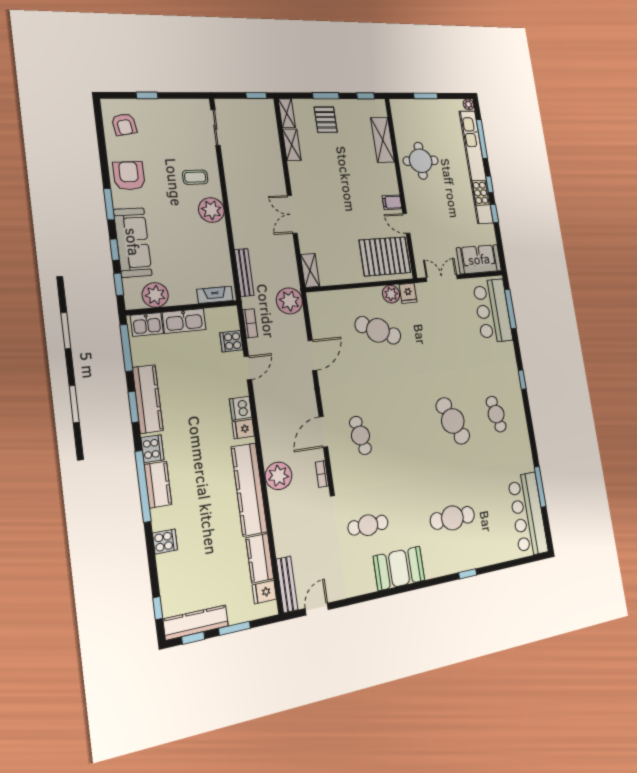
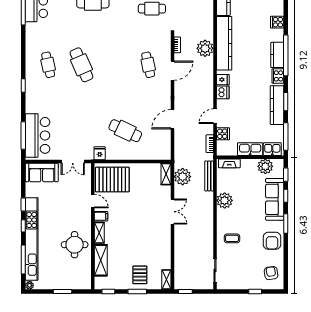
shelving: (292, 145) -> (99, 233), moved
plant: (211, 210) -> (225, 200), moved
plant: (391, 294) -> (112, 154), removed
plant: (289, 301) -> (183, 177), moved

